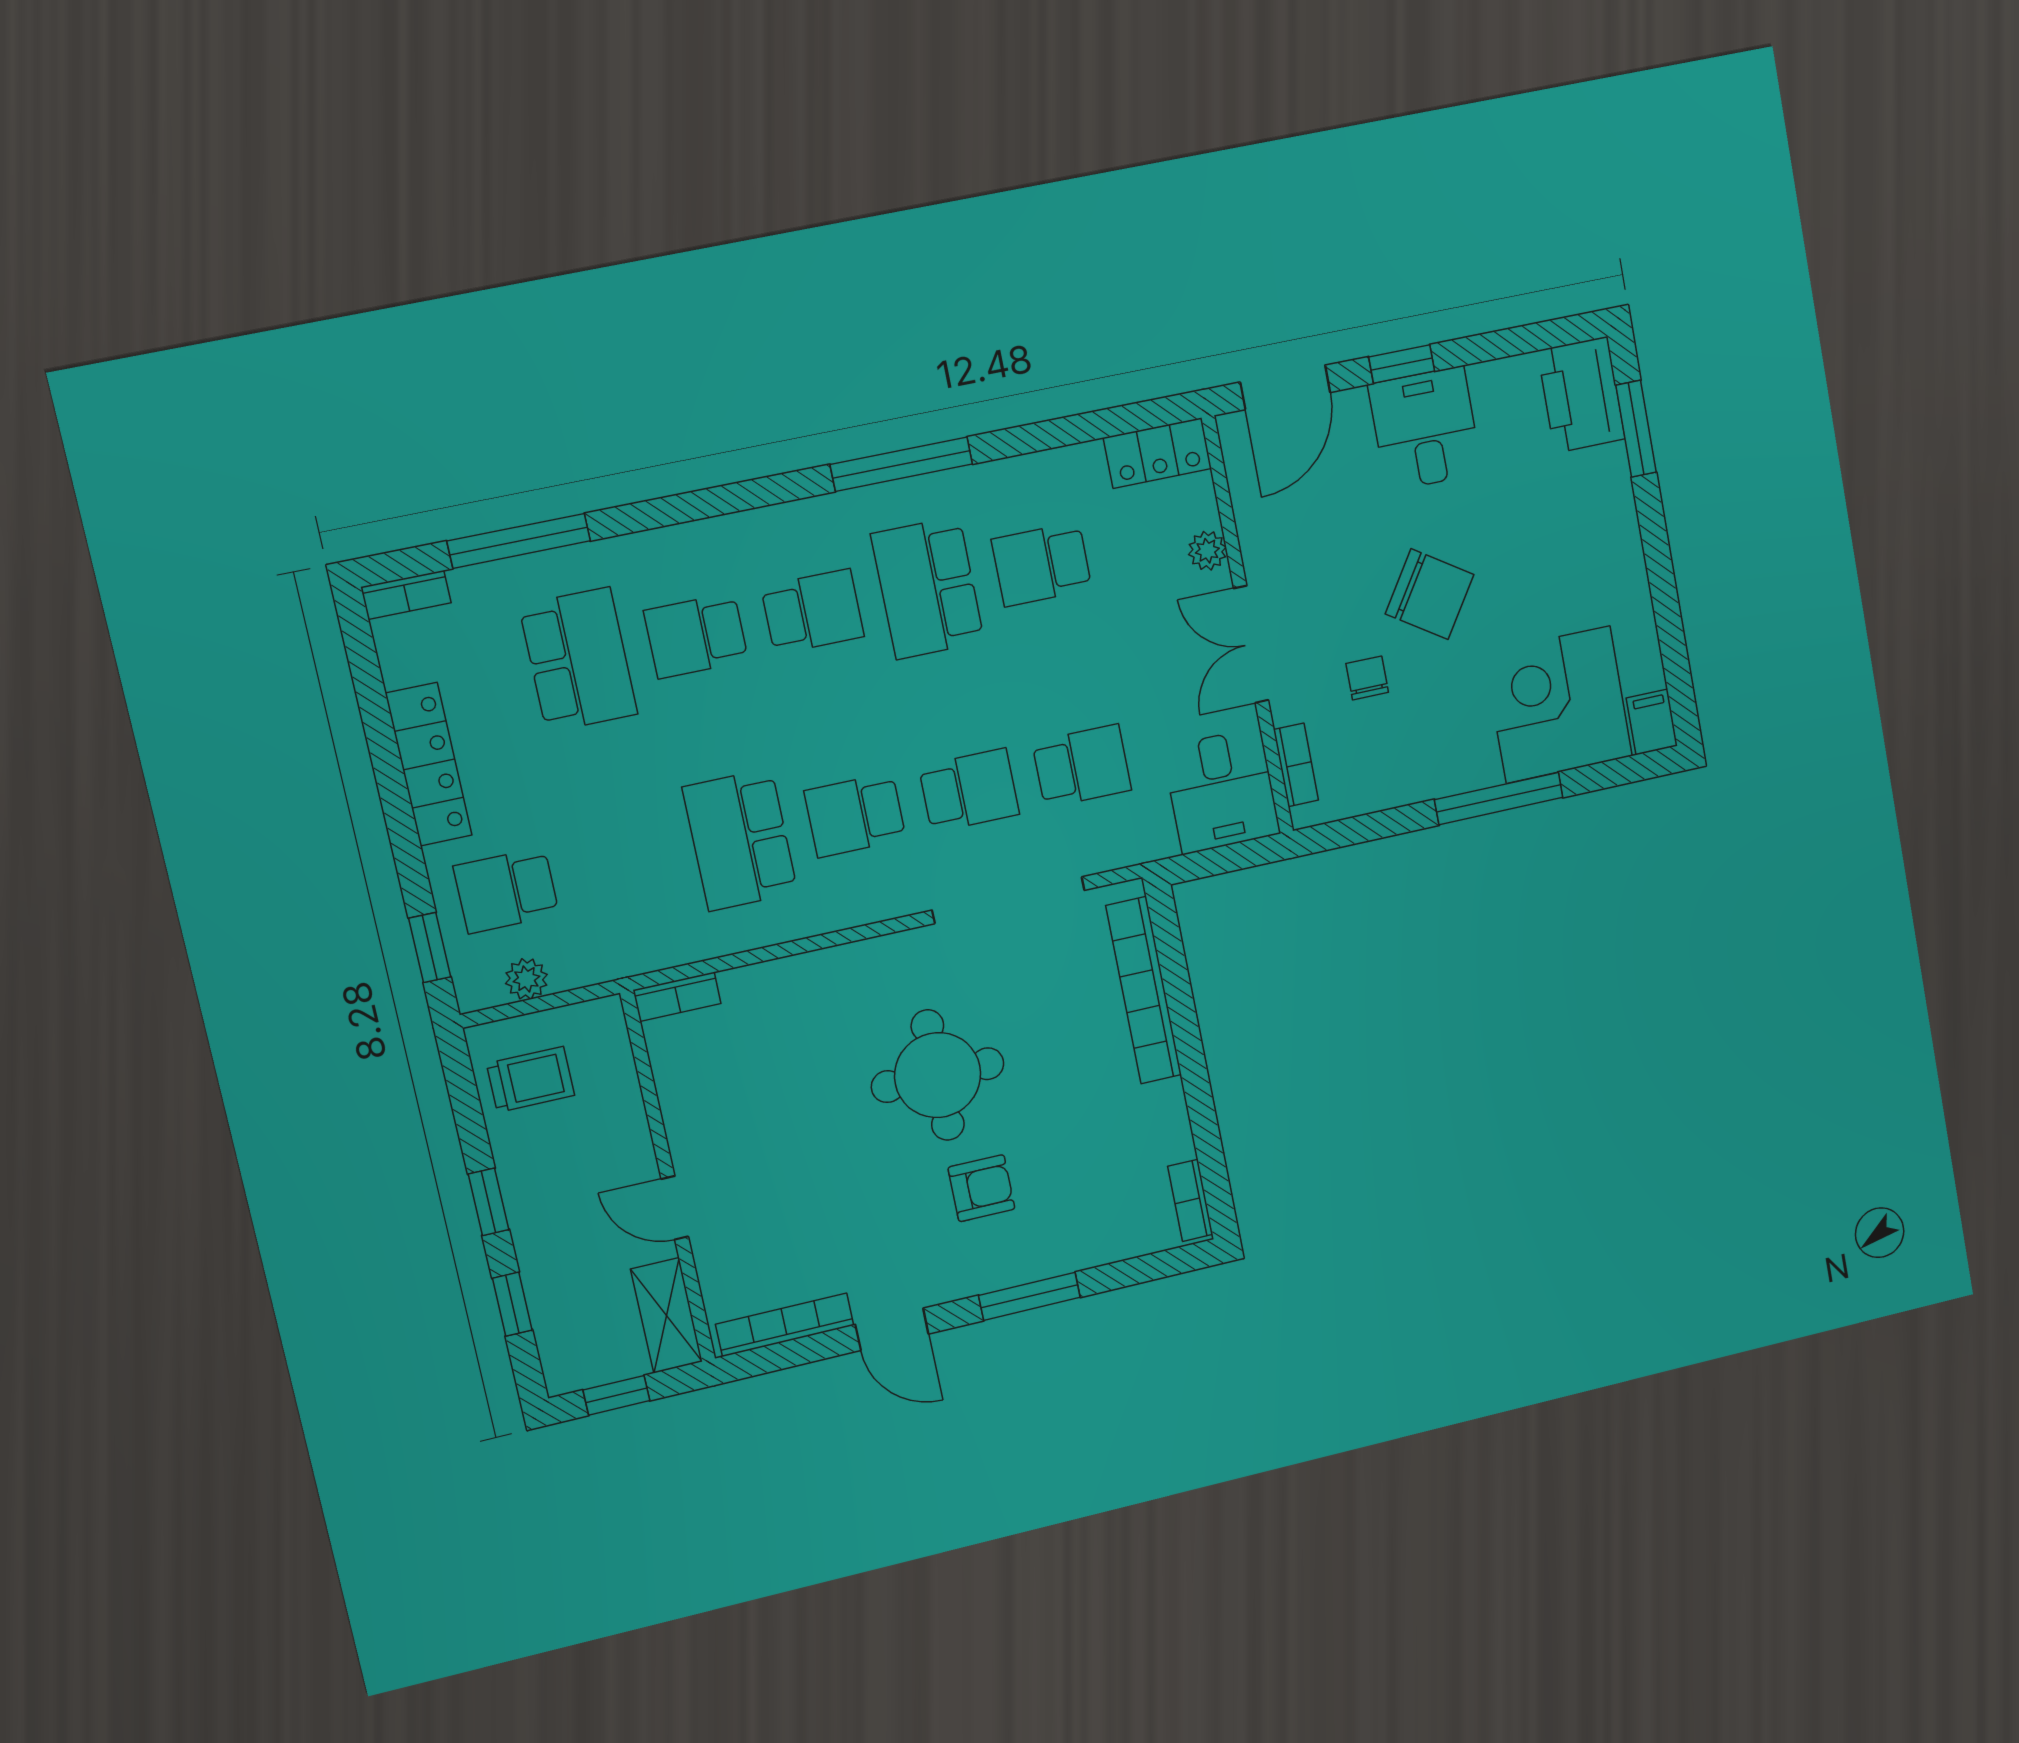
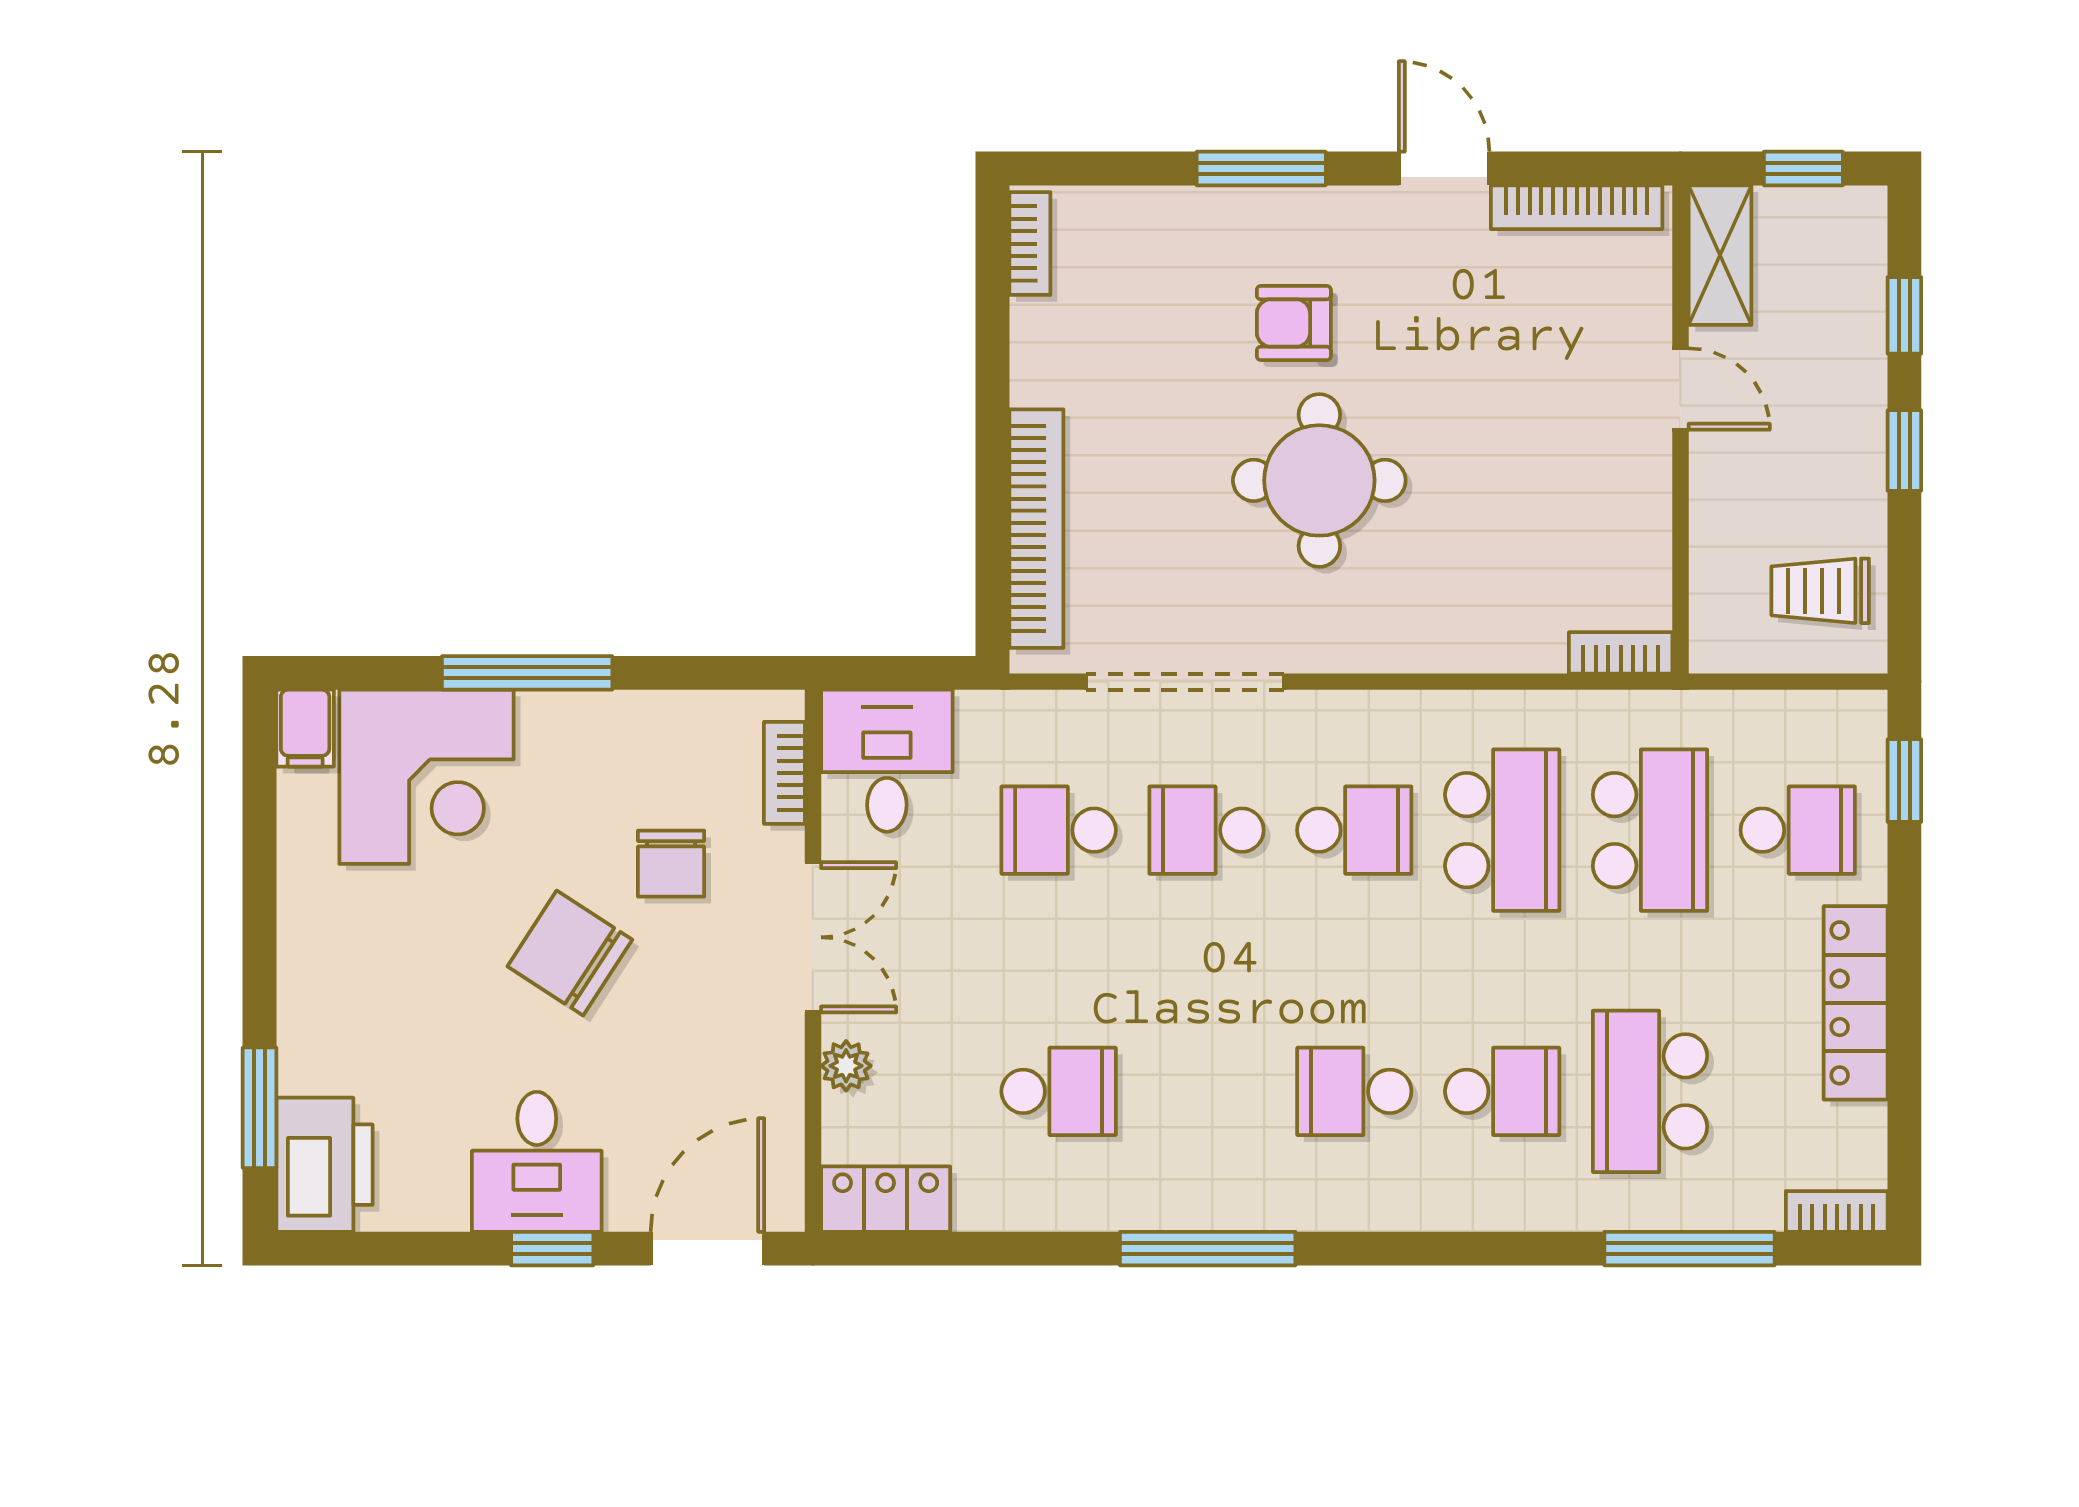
school desk: (928, 588) -> (1650, 830), moved
chair: (1367, 678) -> (671, 864), width x1.37, depth x1.37
plant: (526, 979) -> (1798, 716), removed

